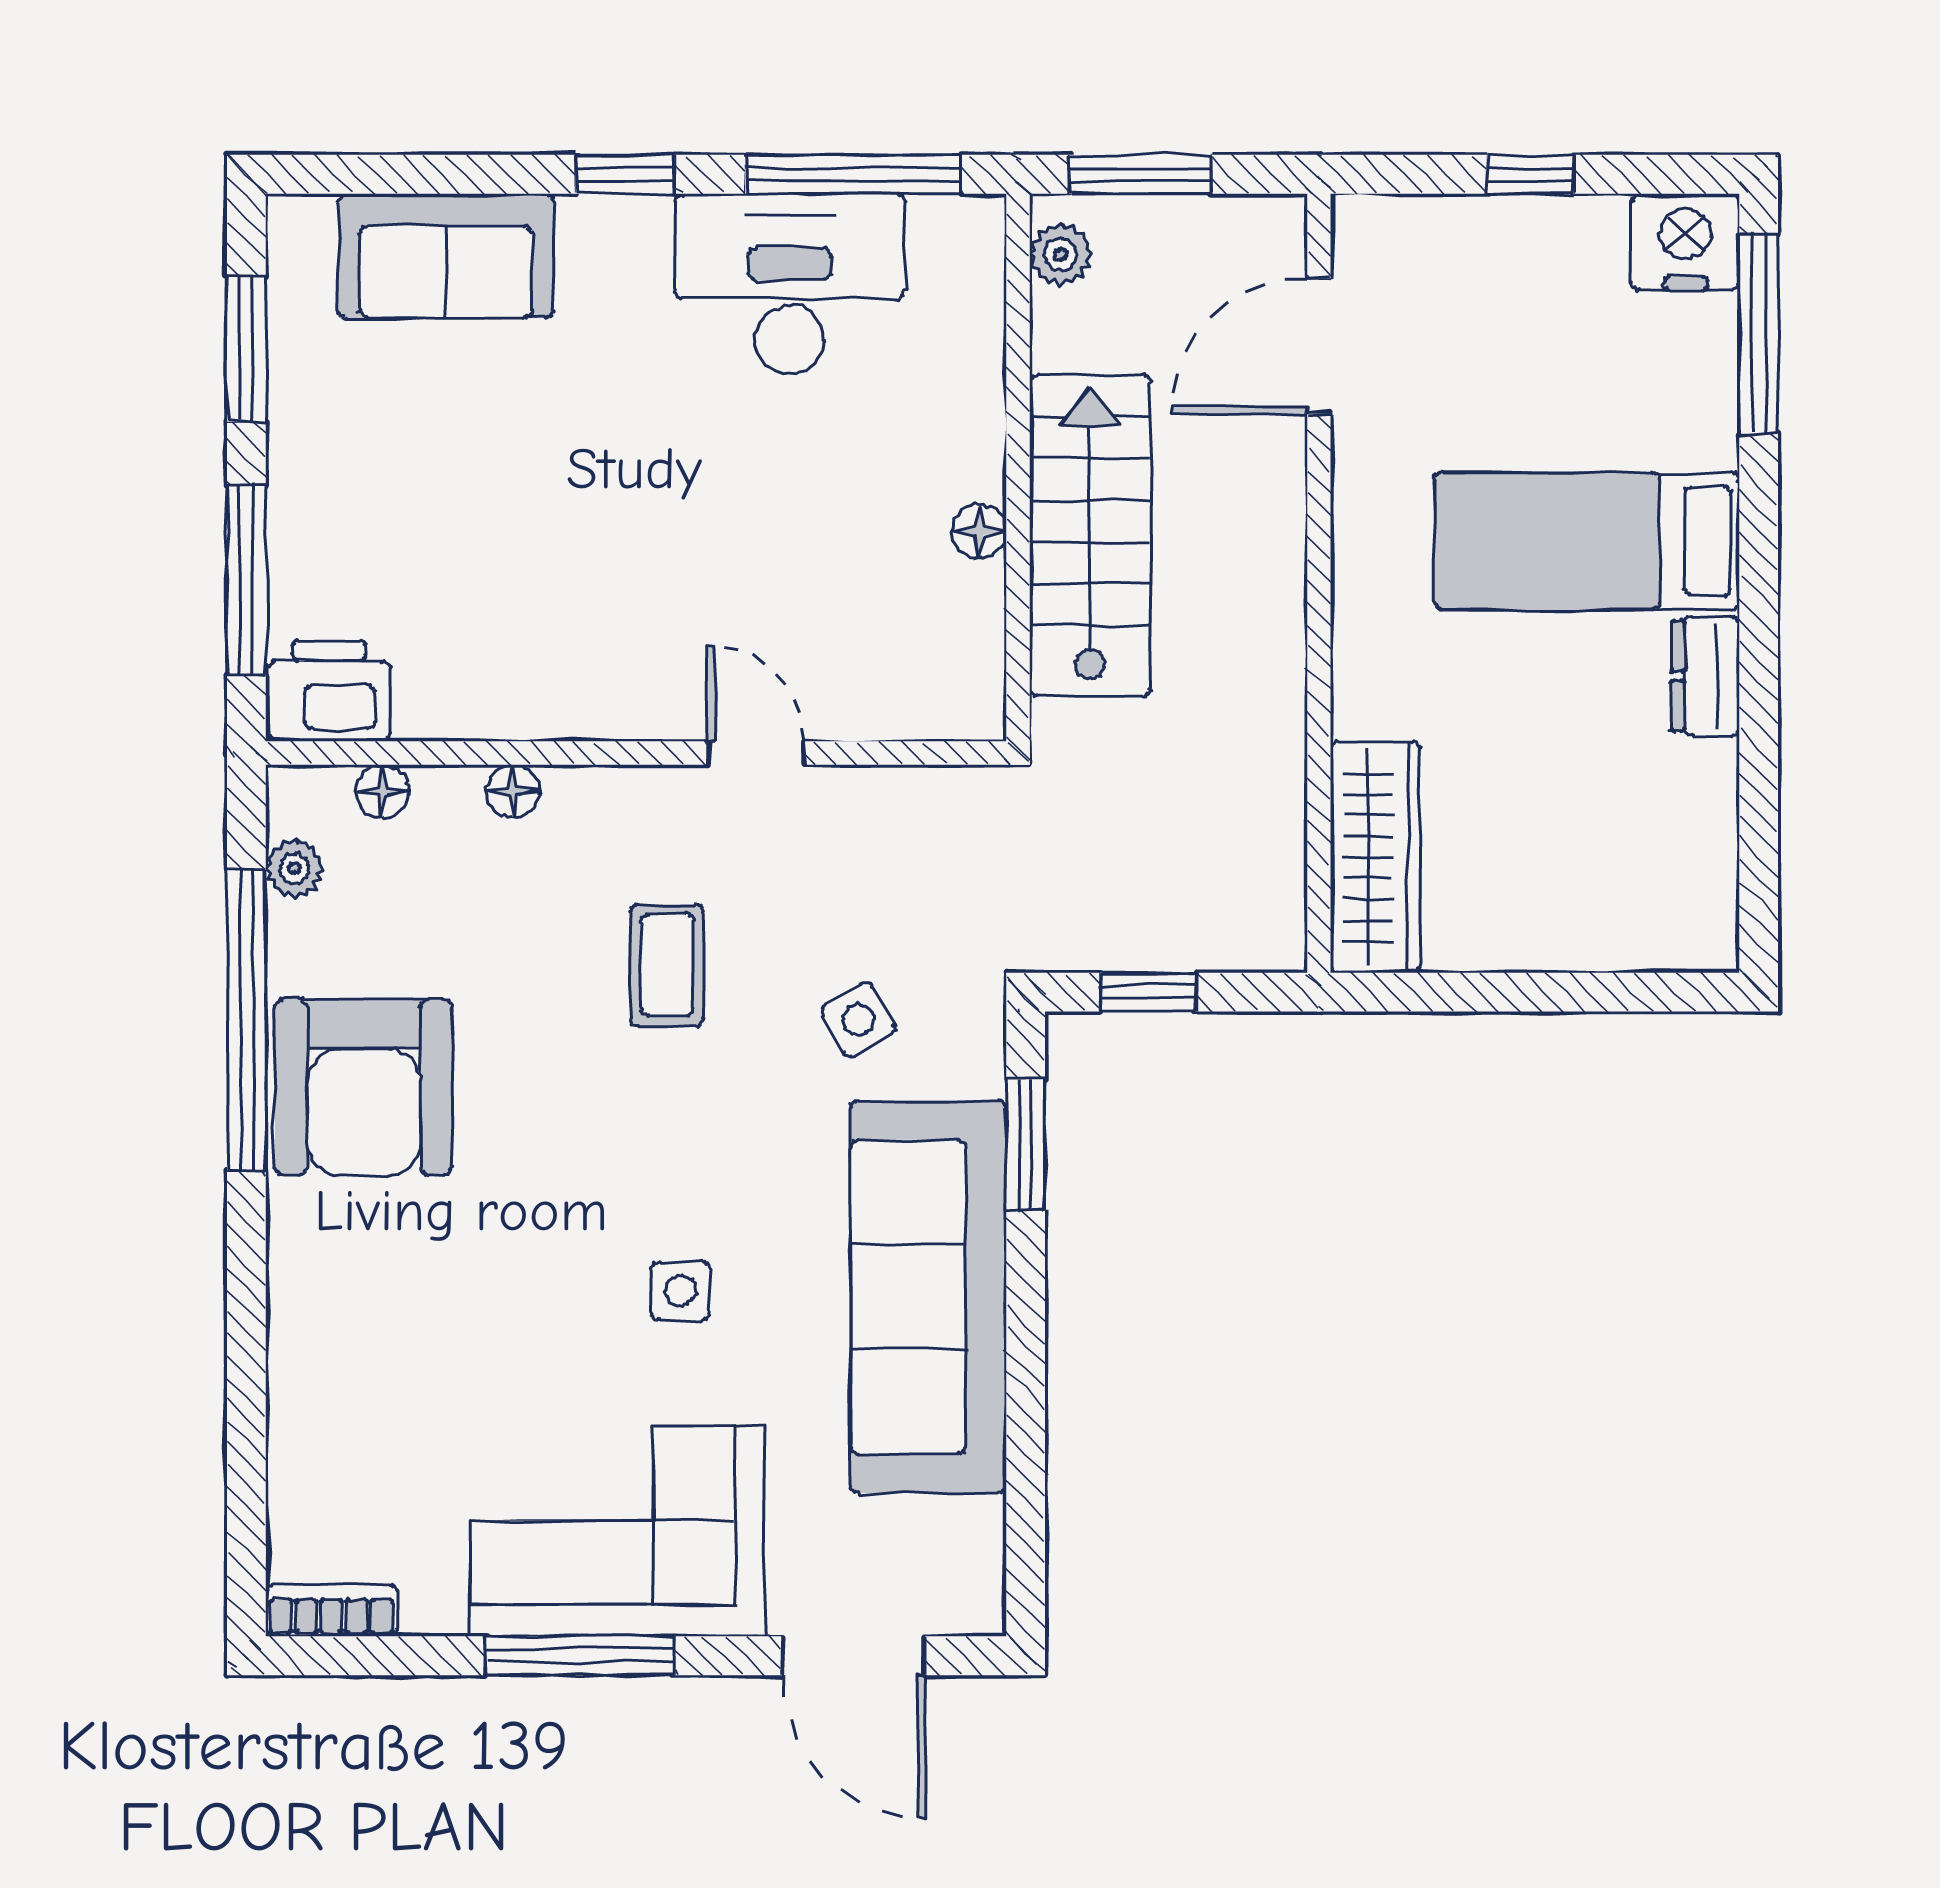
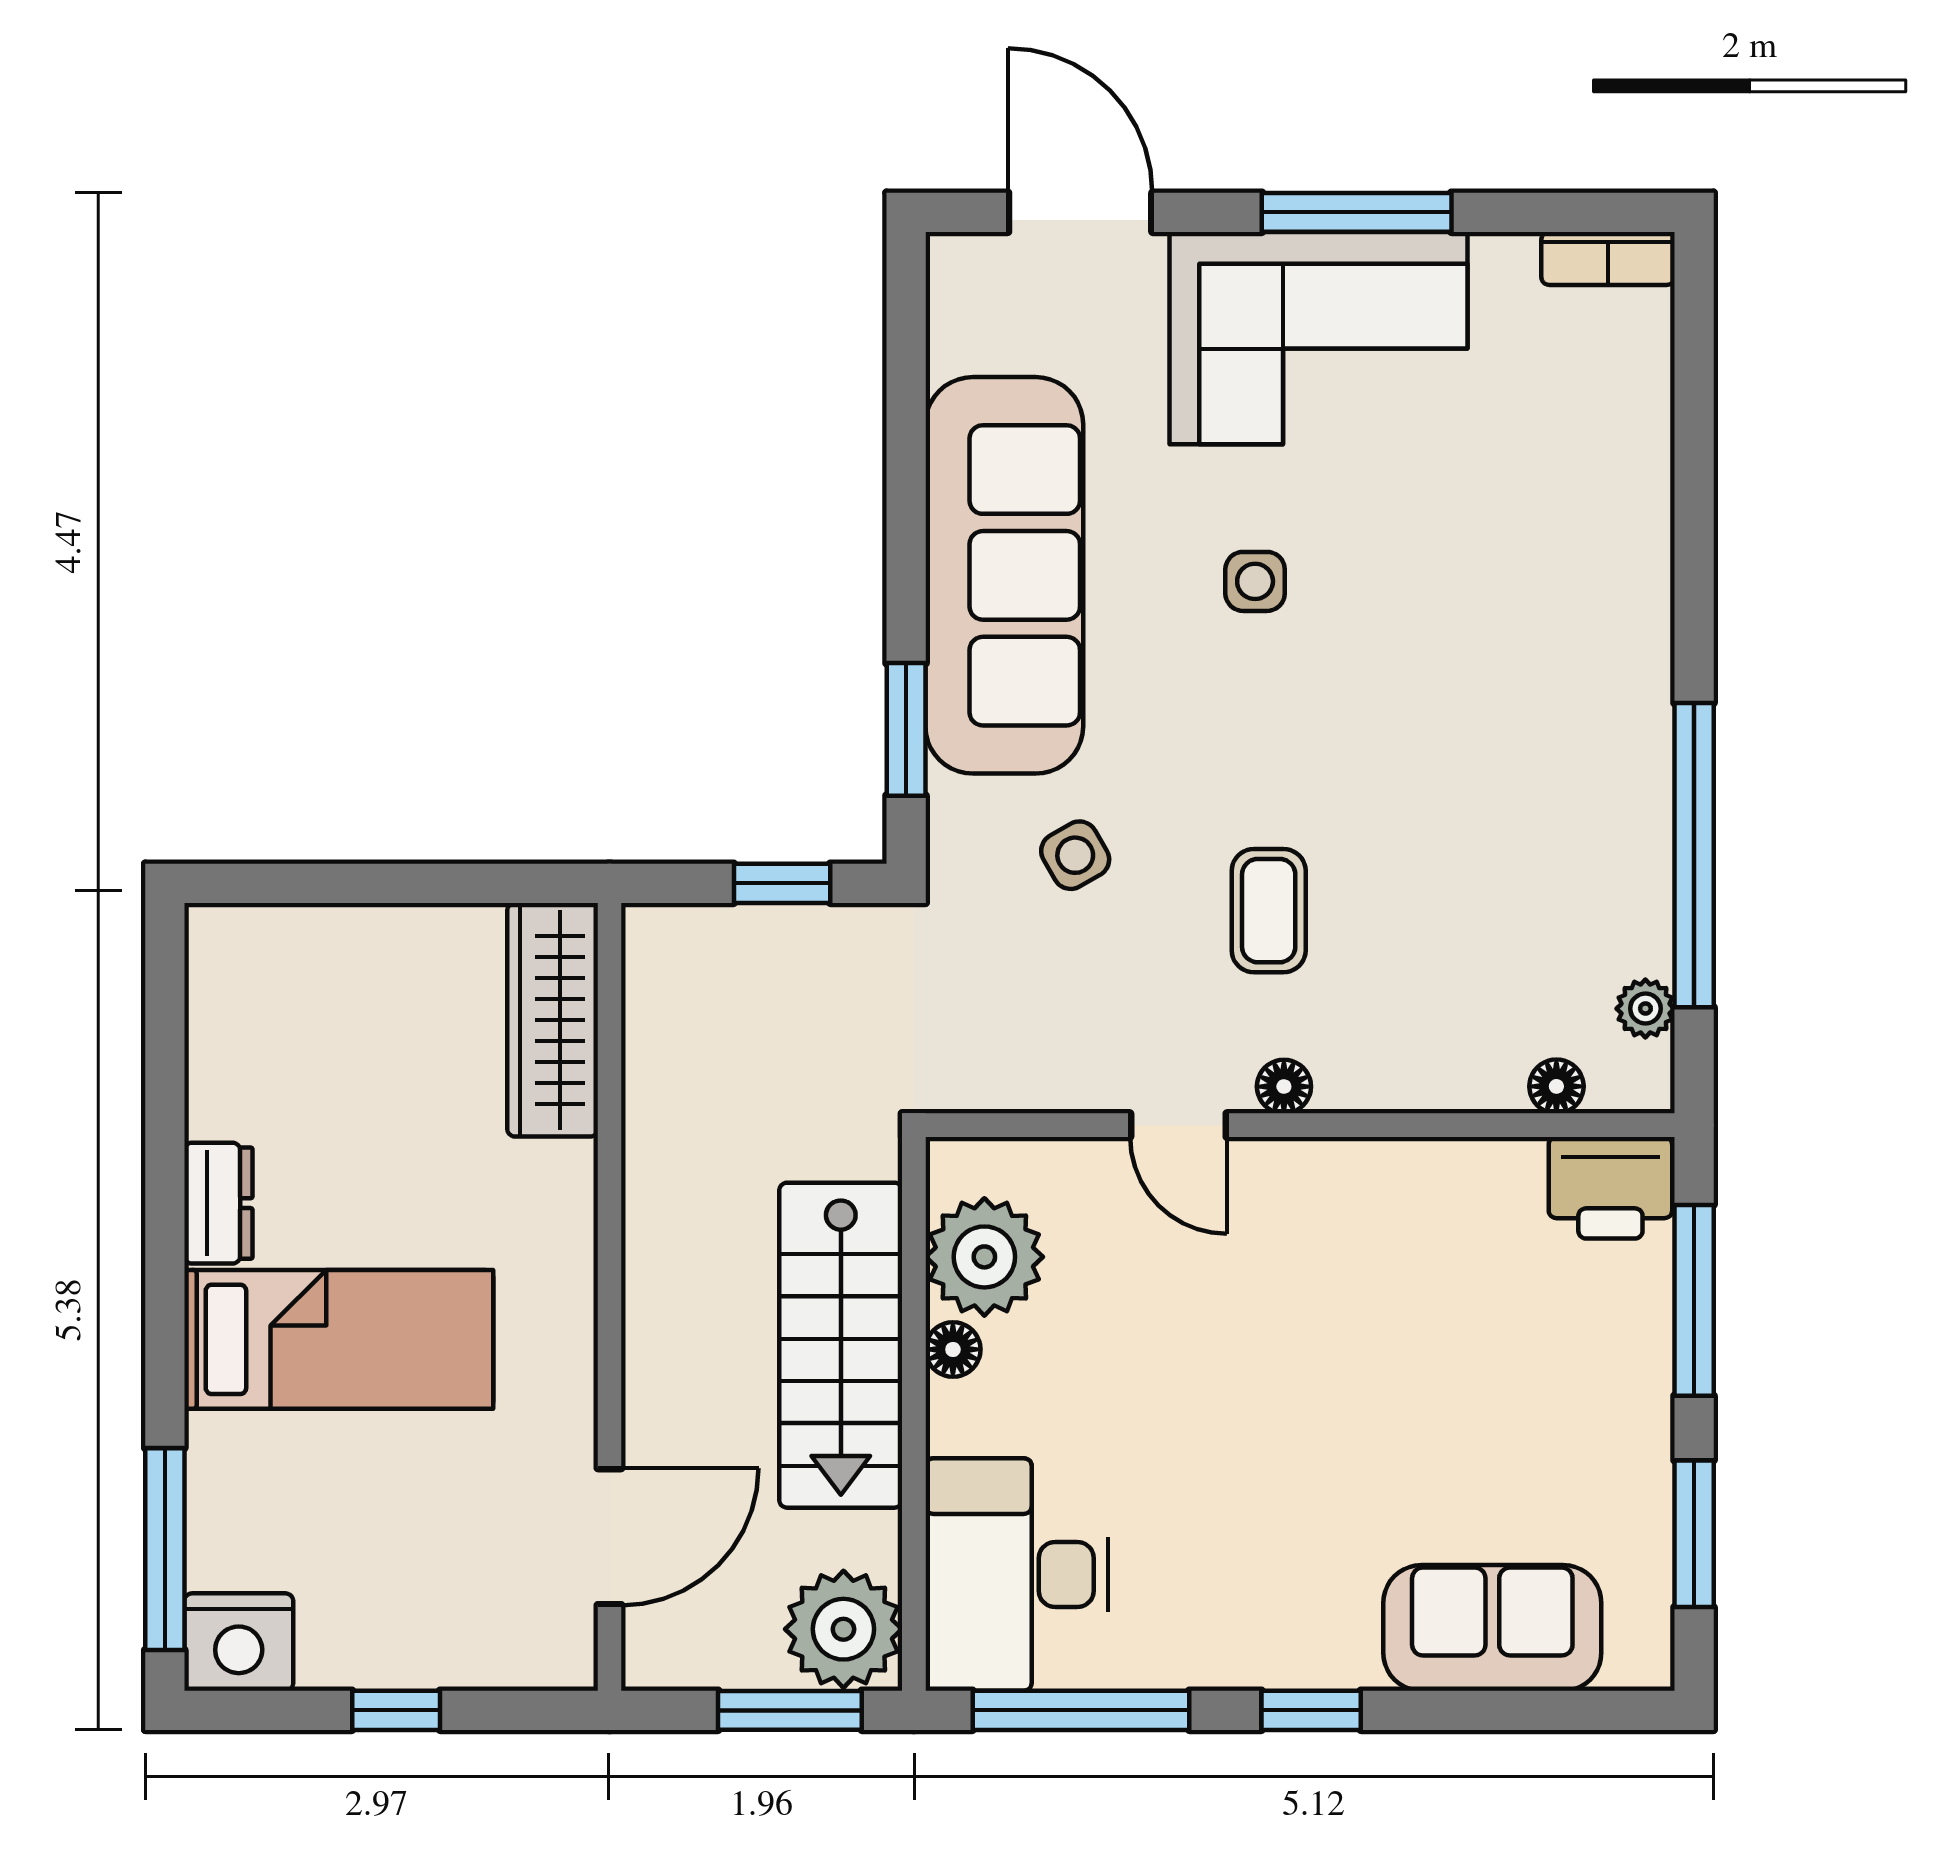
plant: (1060, 254) -> (843, 1629), width x1.88, depth x1.88
desk: (790, 284) -> (1017, 1574), moved, turned 90
plant: (948, 623) -> (984, 1257), added
floor lamp: (513, 791) -> (1284, 1087), moved
armchair: (364, 1087) -> (1575, 787), removed

